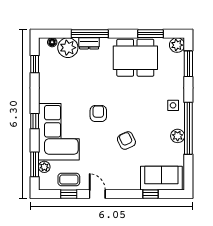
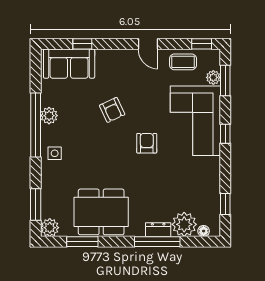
armchair: (98, 114) -> (147, 143), turned 180
window: (69, 194) -> (202, 44), moved

